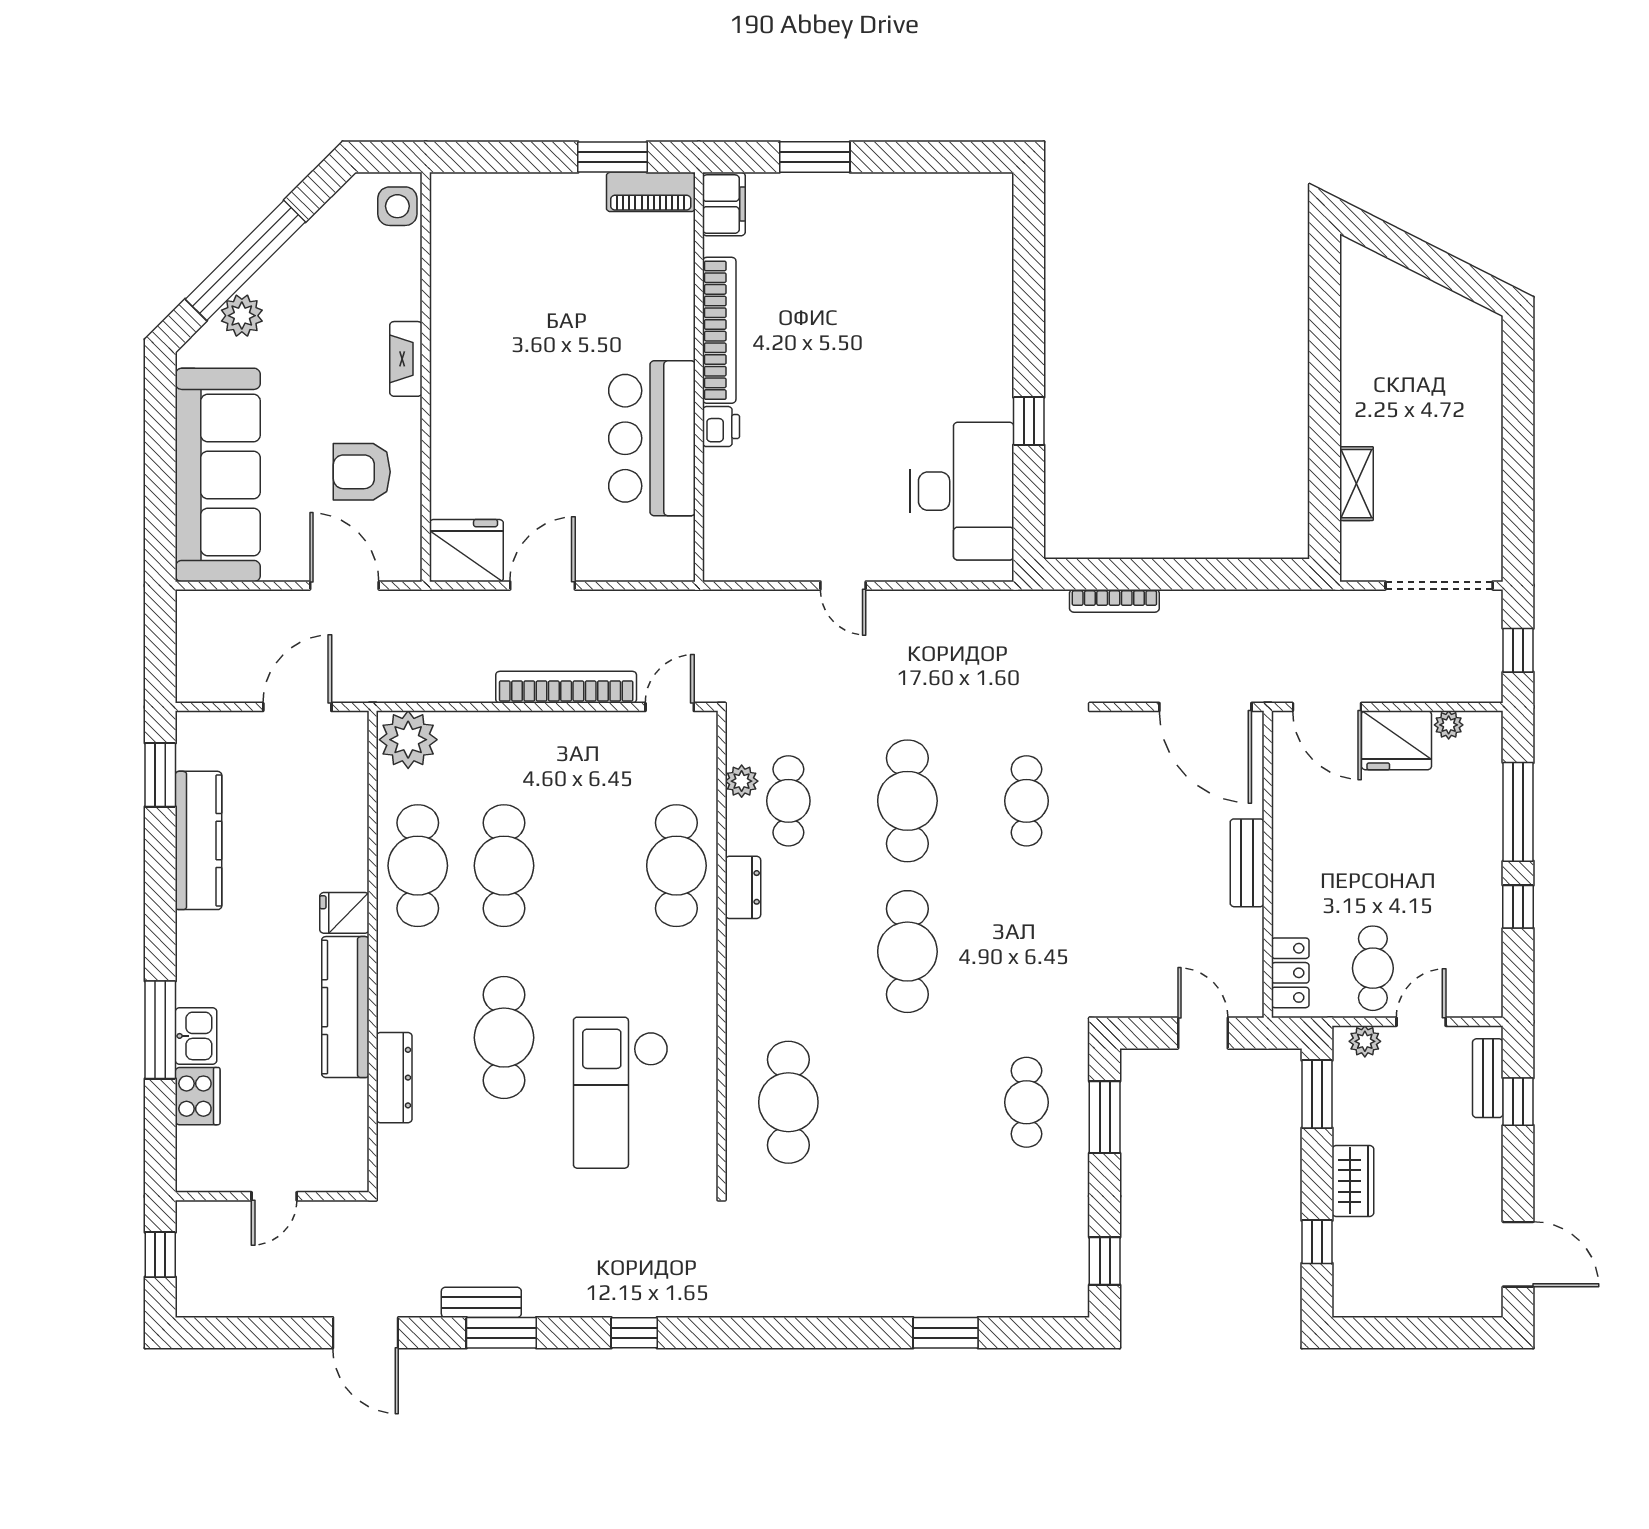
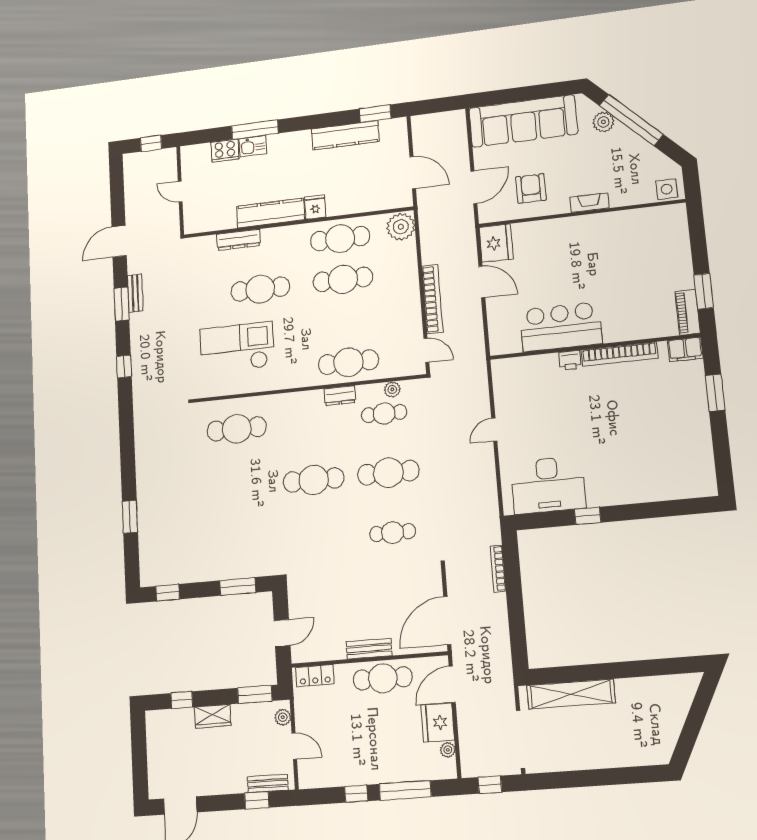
shelving: (1356, 484) -> (571, 694), width x2.20, depth x1.33
cafe table: (1373, 968) -> (383, 678), moved, width x1.37, depth x1.35
cafe table: (1026, 1102) -> (243, 546), removed

